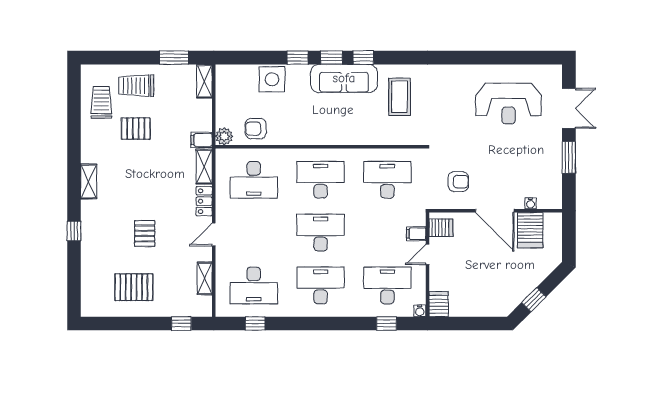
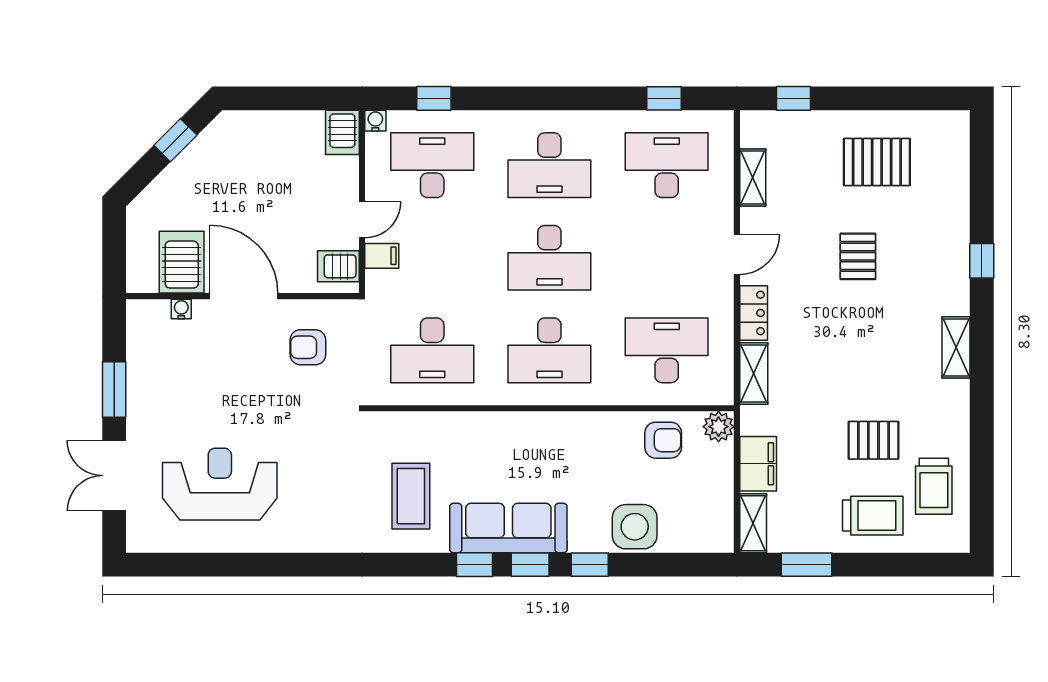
filing cabinet: (202, 140) -> (758, 464), moved, width x2.00
desk: (387, 285) -> (432, 165), turned 180

